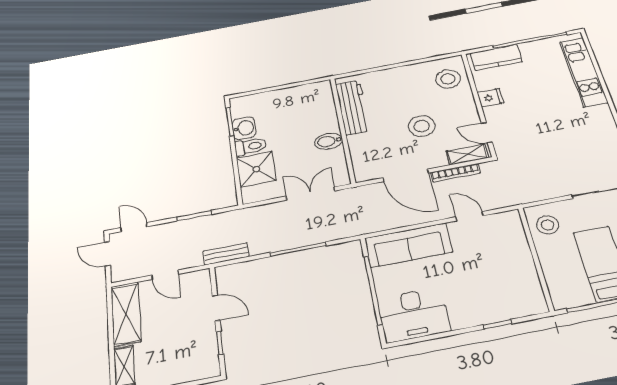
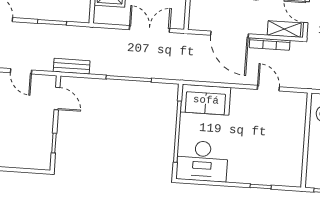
sofa: (408, 245) -> (206, 100), width x0.73
door: (216, 308) -> (57, 99), moved

